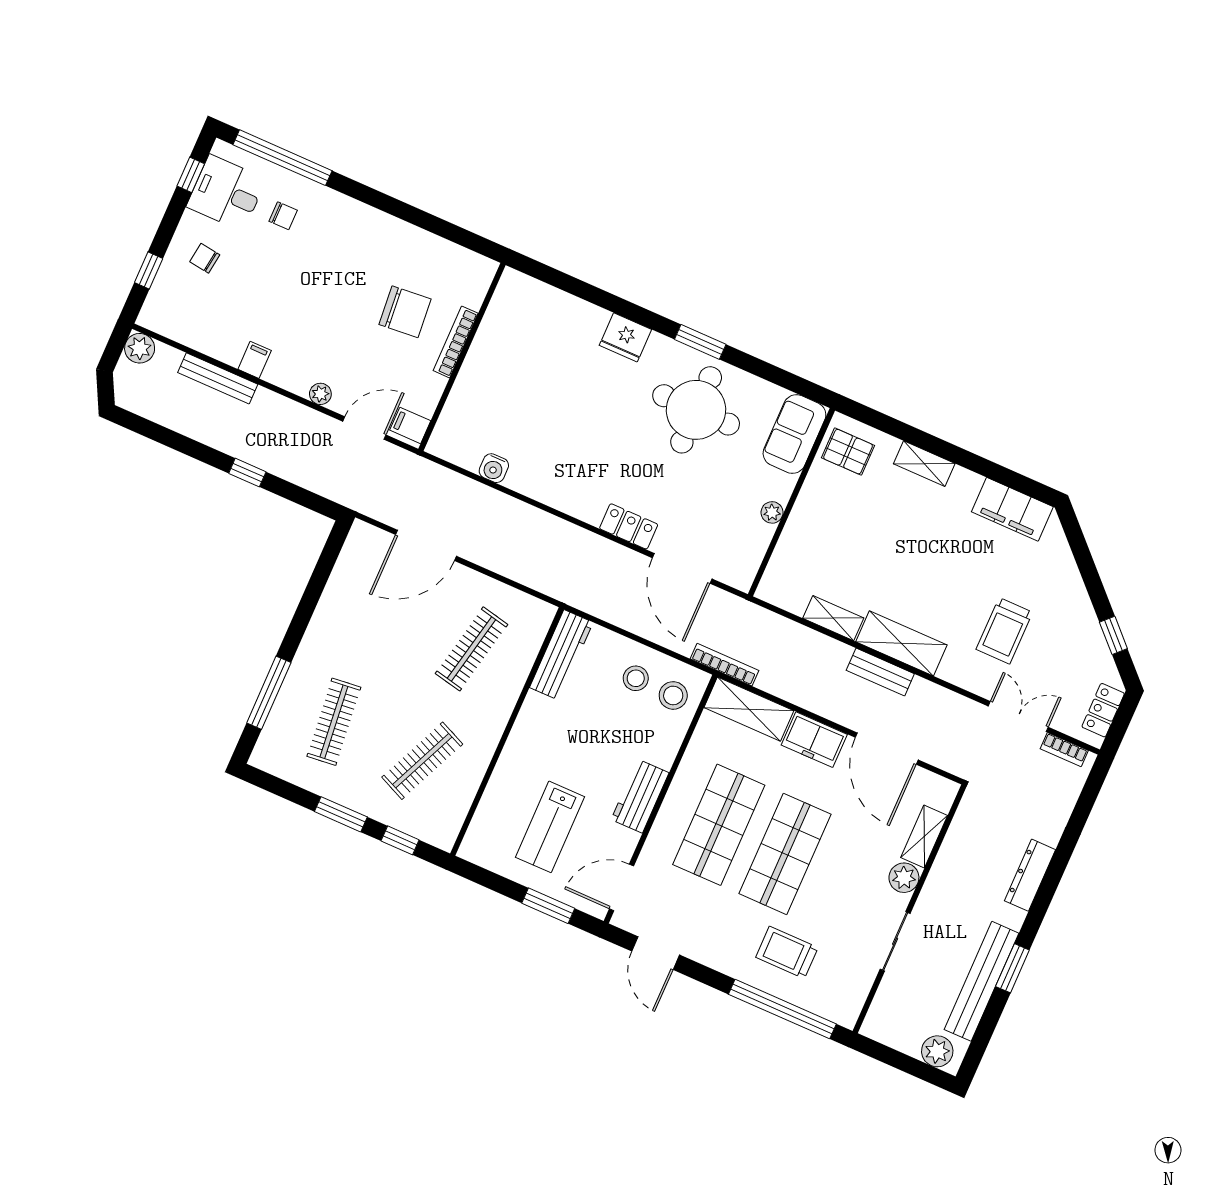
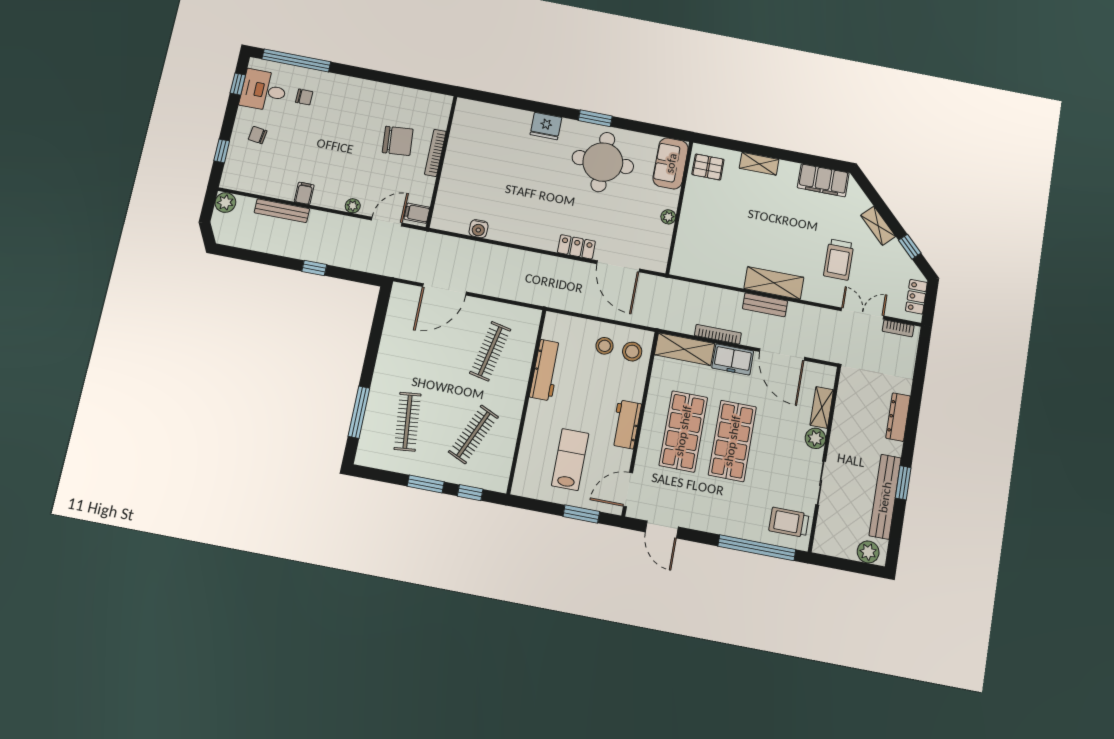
shelving: (833, 618) -> (878, 226), moved, turned 45
workbench: (561, 655) -> (546, 370), moved
bookcase: (724, 665) -> (718, 334), moved
lab bench: (550, 827) -> (570, 460), turned 180
trolley: (787, 952) -> (789, 522), moved

